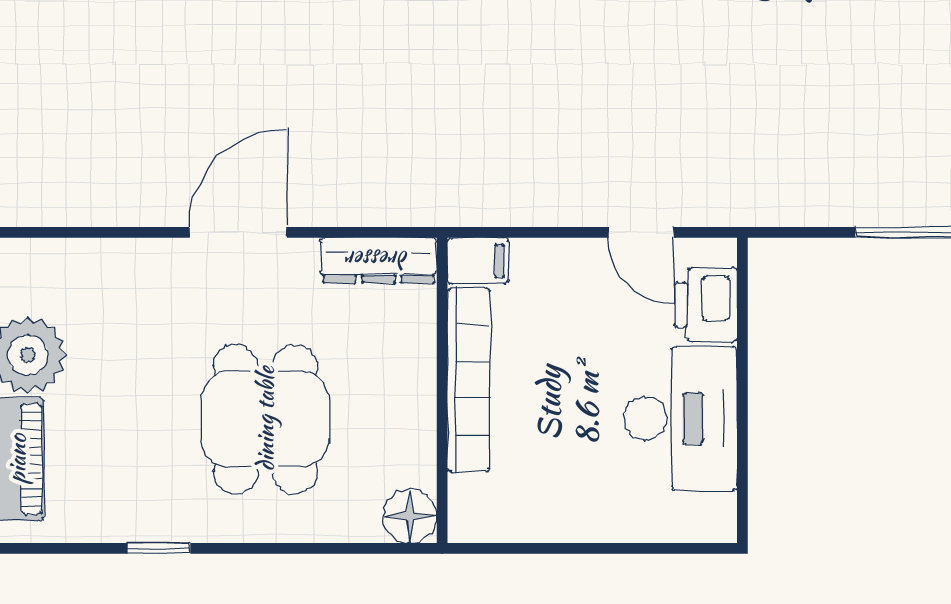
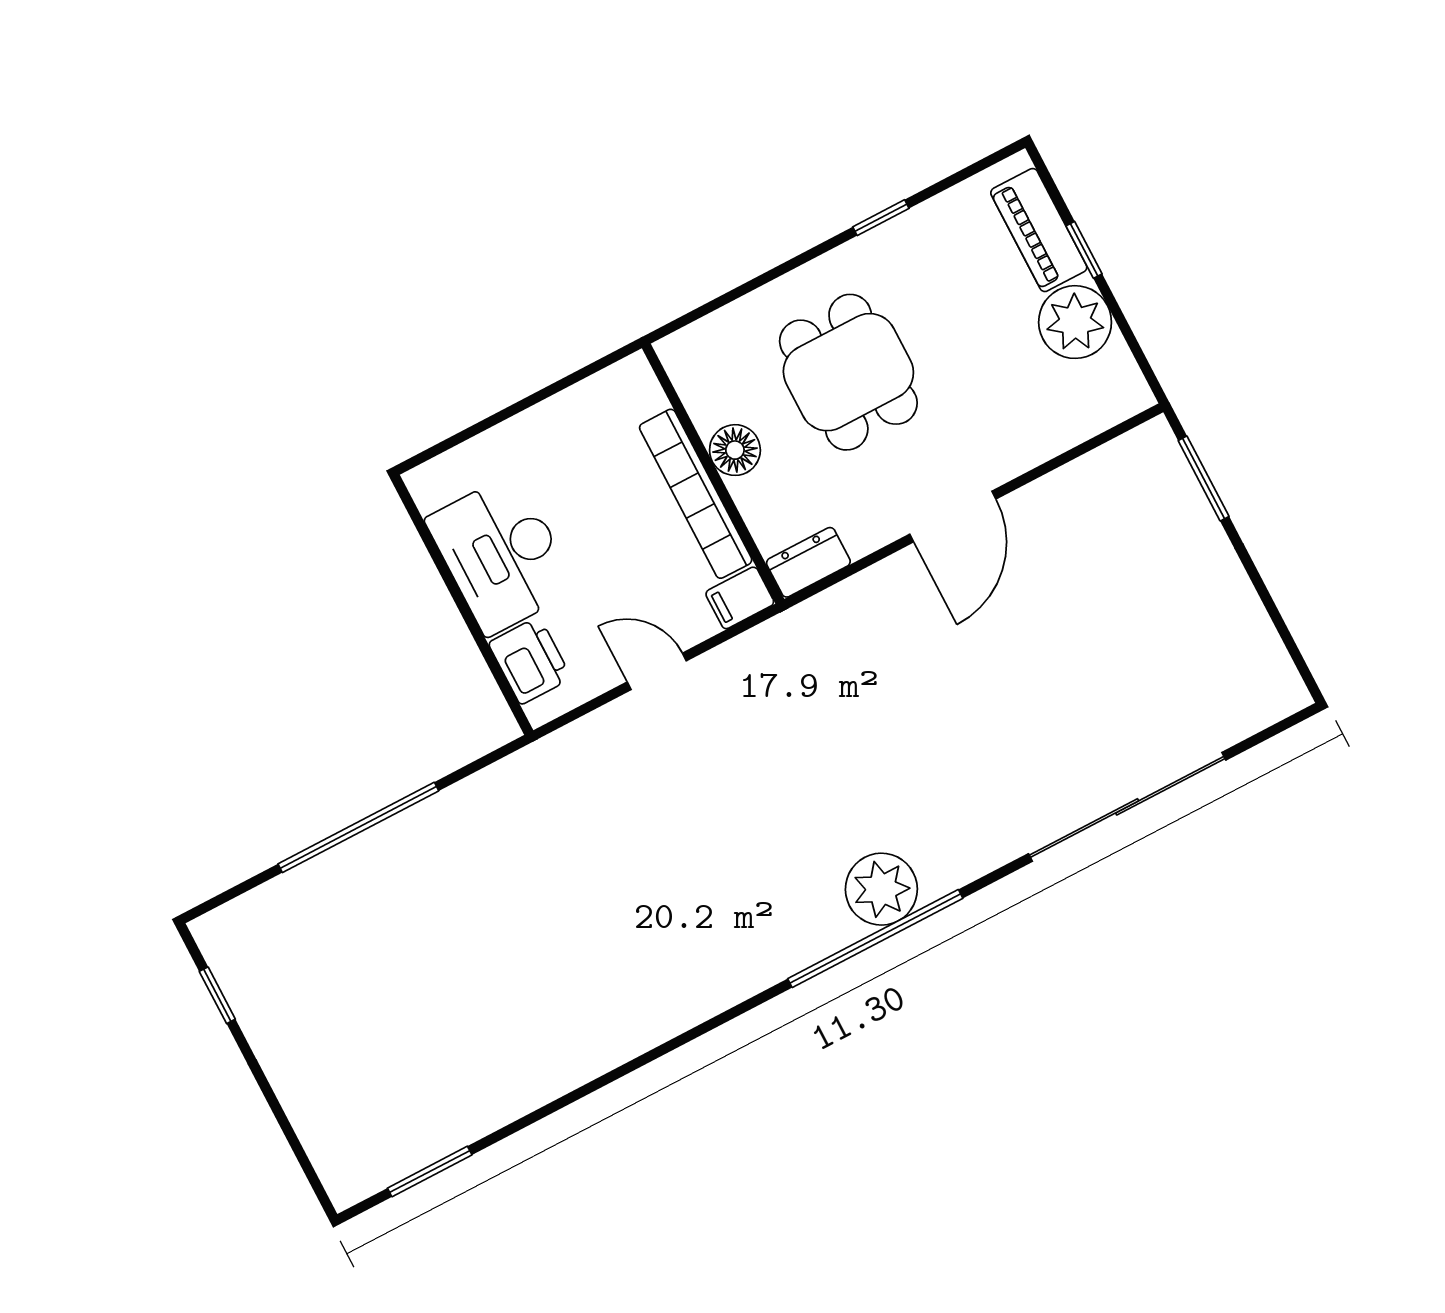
door: (641, 232) -> (657, 671), moved
dresser: (378, 260) -> (808, 562), width x0.70
floor lamp: (410, 516) -> (735, 450), moved

